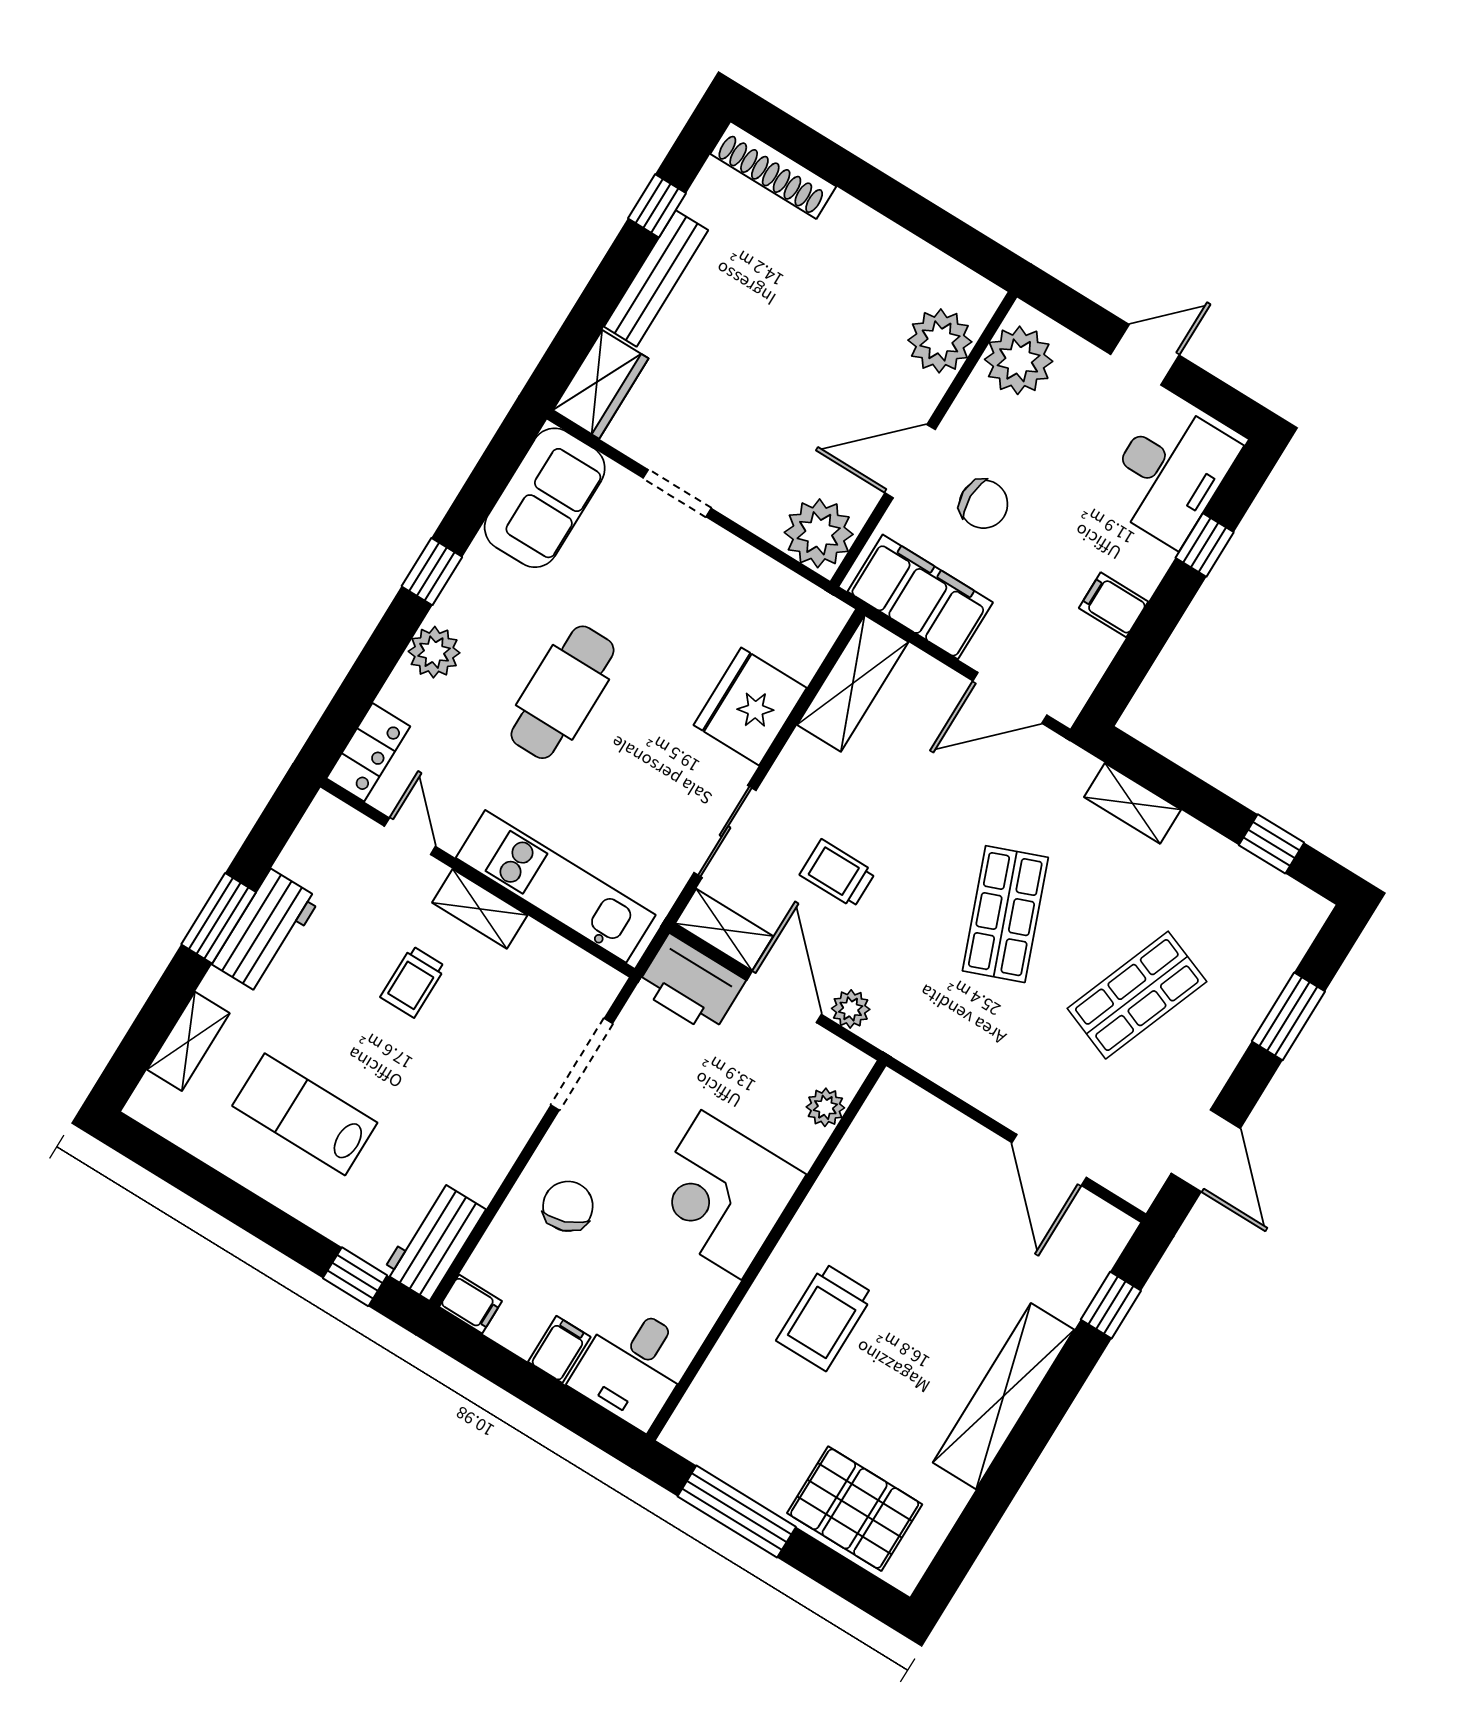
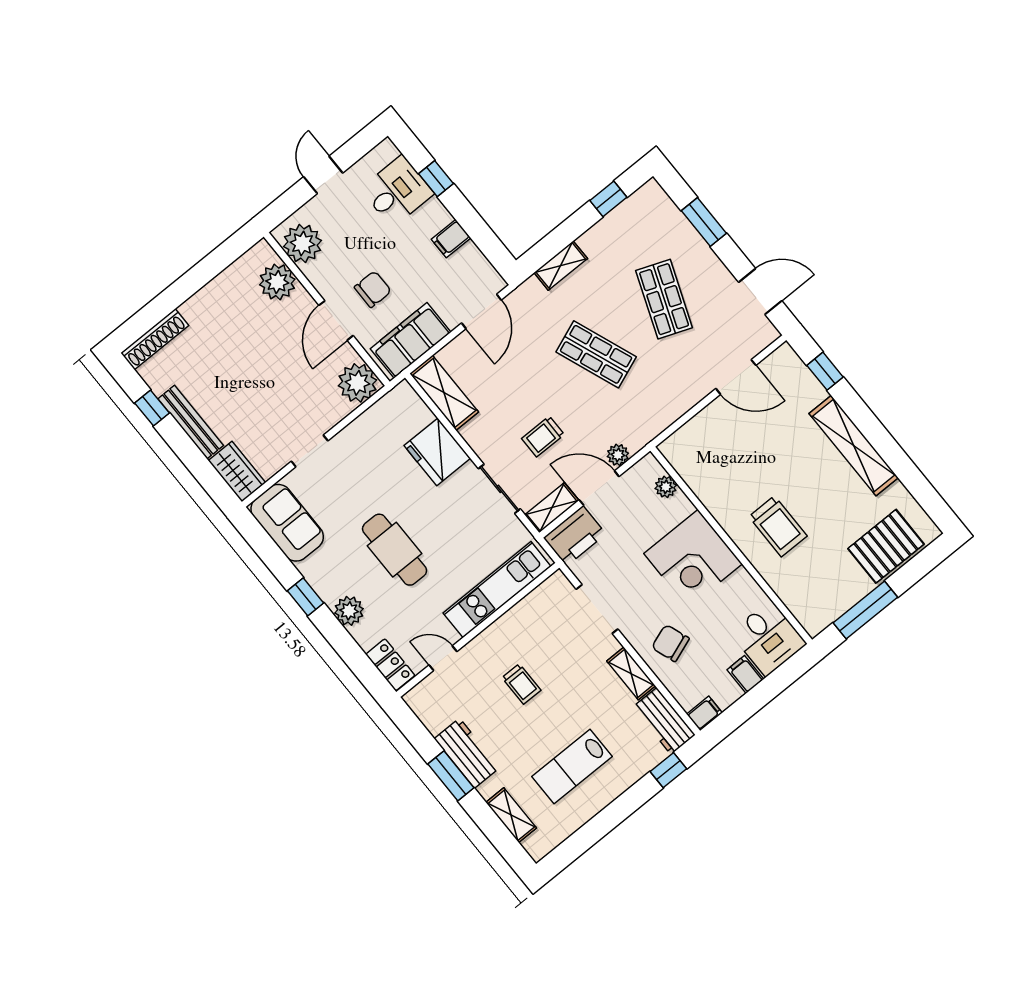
desk: (1170, 473) -> (397, 191), width x0.73
shelving: (480, 909) -> (631, 673), moved, turned 90

